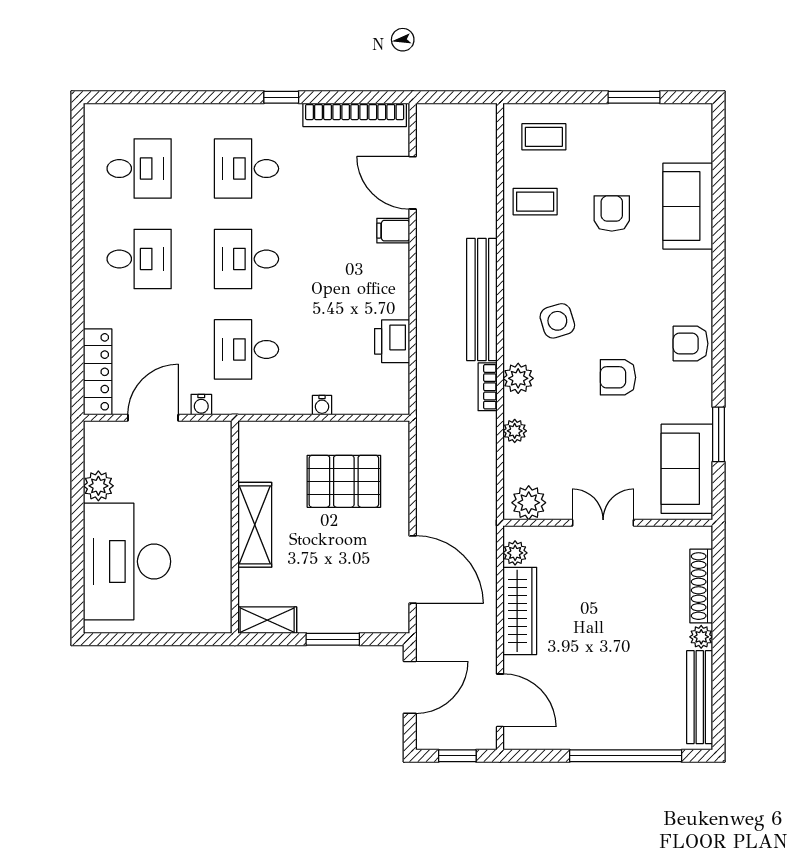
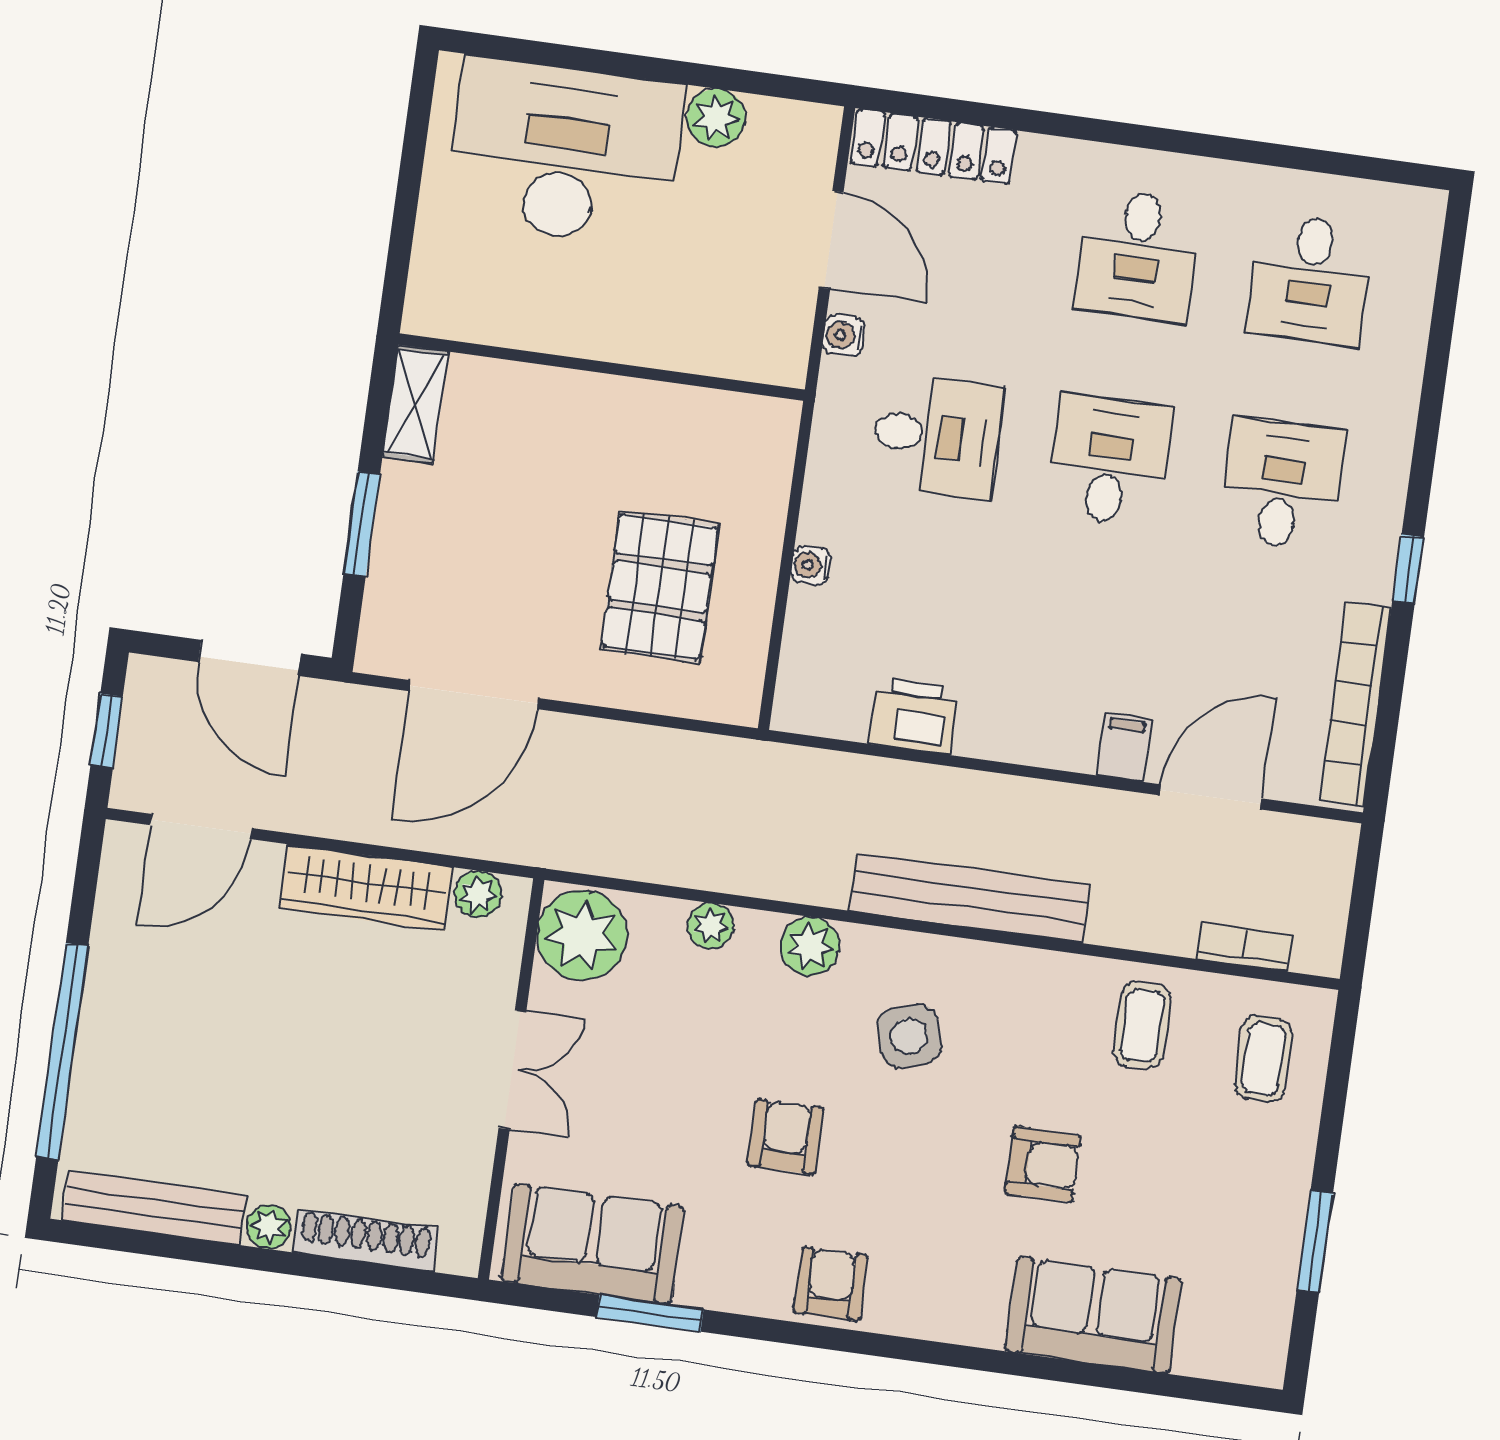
armchair: (612, 213) -> (1043, 1164), moved
desk: (247, 349) -> (937, 436), turned 90
bookcase: (488, 387) -> (1245, 947), moved
plant: (529, 503) -> (582, 935), width x1.36, depth x1.36
shelving: (255, 525) -> (600, 406), removed

